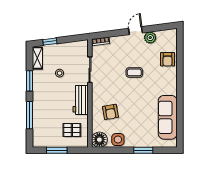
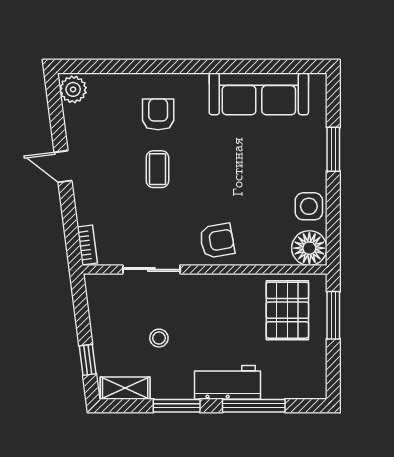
plant: (150, 38) -> (73, 89), moved
armchair: (168, 59) -> (158, 114), moved, turned -90
workbench: (81, 100) -> (227, 382), moved, turned 180
armchair: (110, 112) -> (217, 241), moved
pallet: (72, 130) -> (287, 310), width x1.50, depth x1.42
window: (57, 150) -> (333, 315), moved

